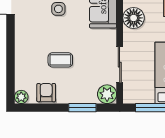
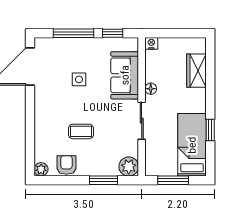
floor lamp: (134, 18) -> (151, 89), width x0.53, depth x0.53
sliding door: (120, 65) -> (142, 121), moved

